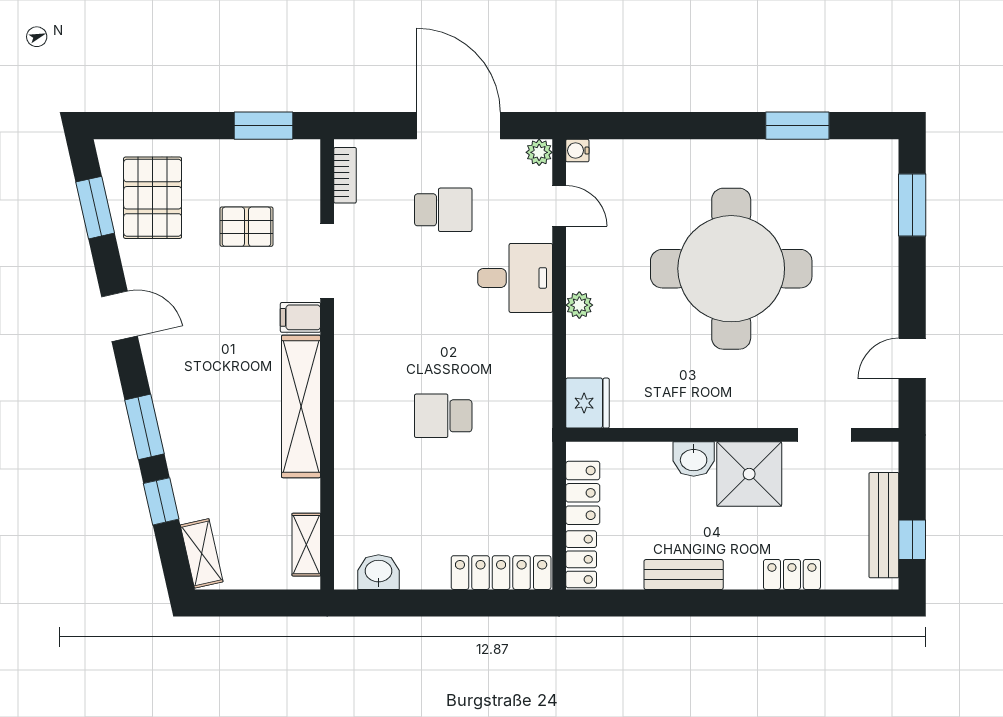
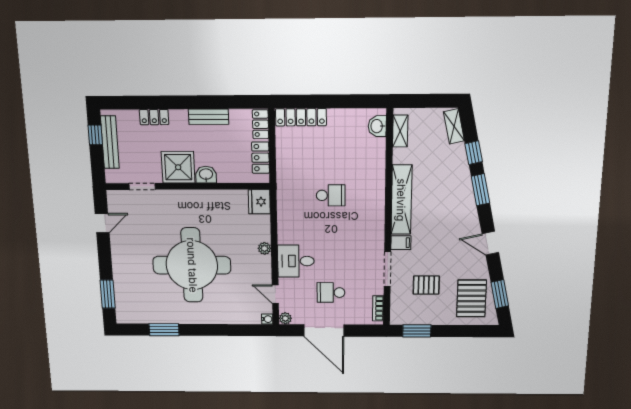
washbasin: (379, 572) -> (377, 126), moved, turned 90

